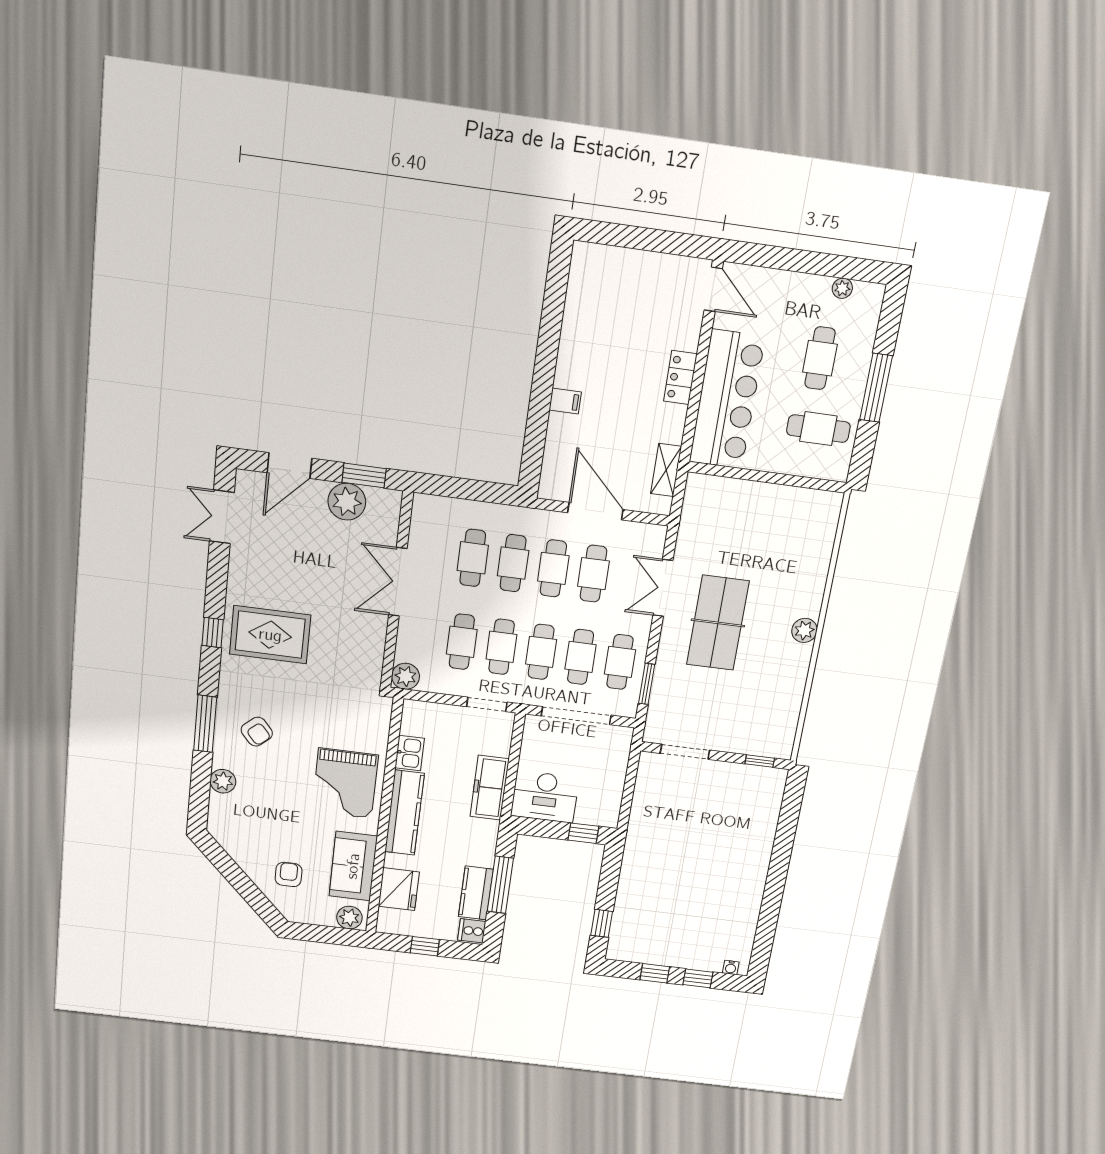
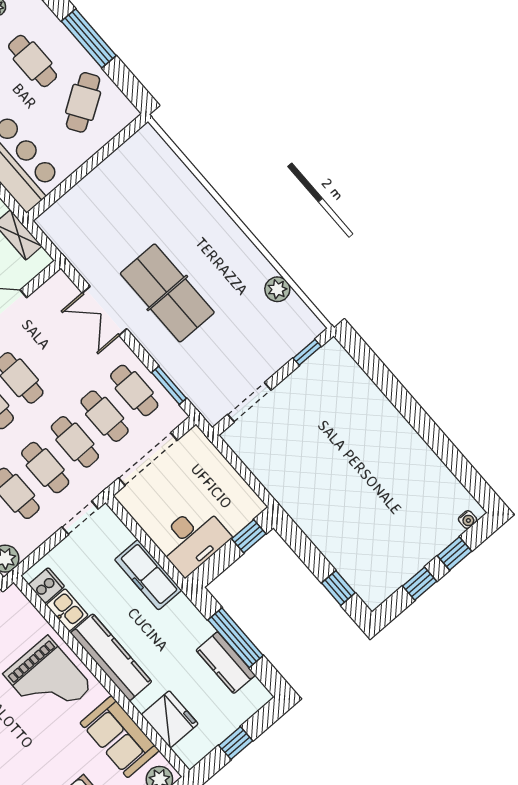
cafe table: (818, 429) -> (83, 102), turned -33
cafe table: (593, 574) -> (49, 352), removed
plant: (804, 630) -> (277, 289), moved
cooker: (472, 931) -> (47, 585), moved, turned 180

